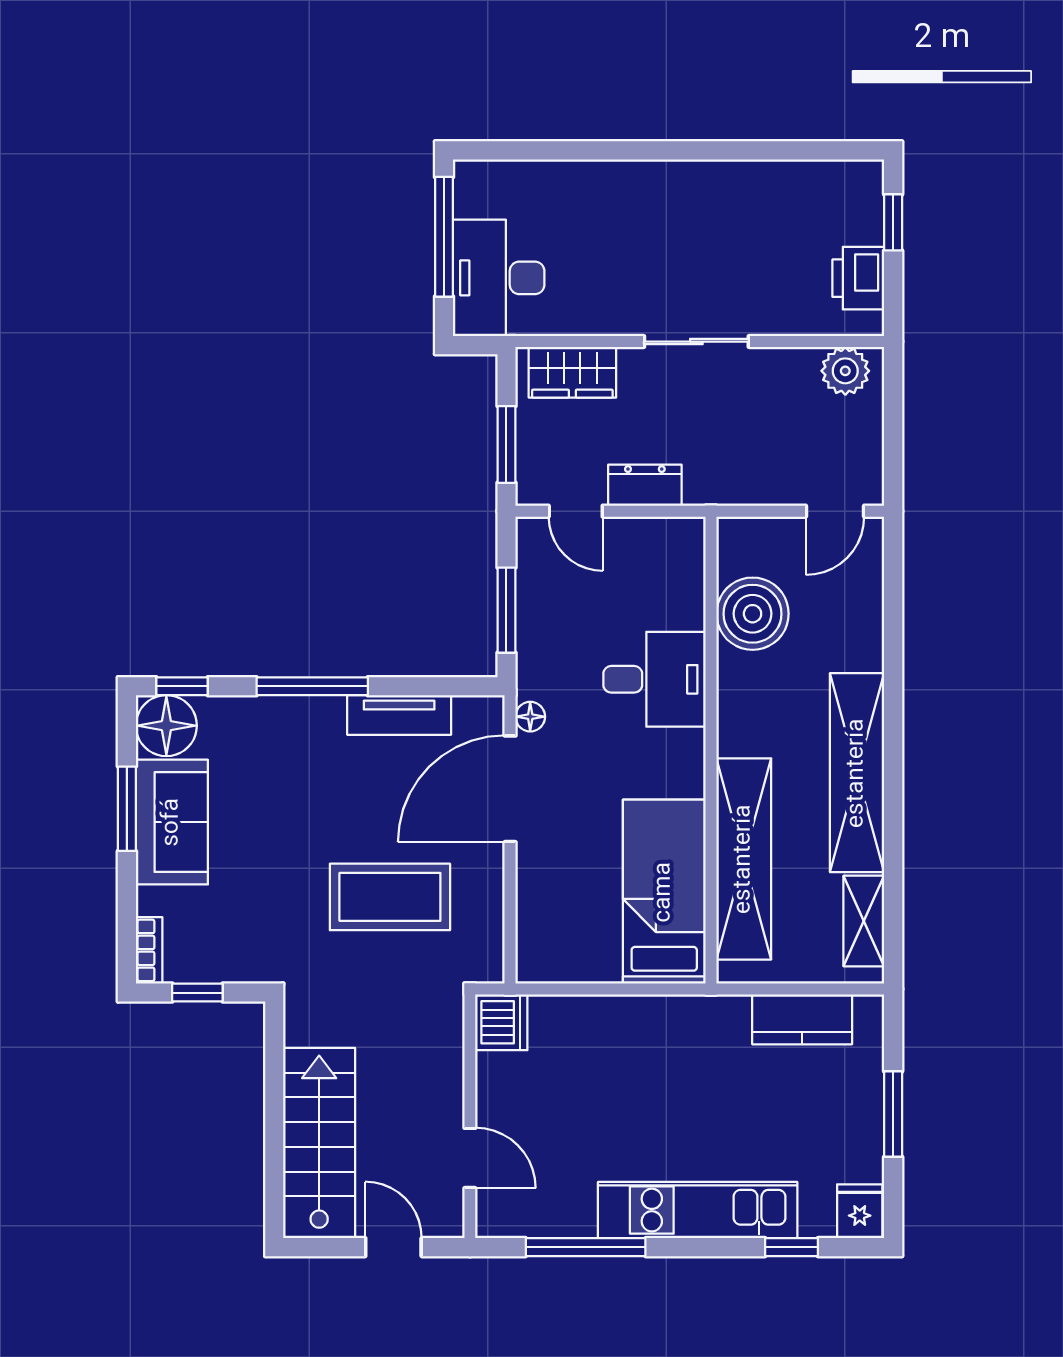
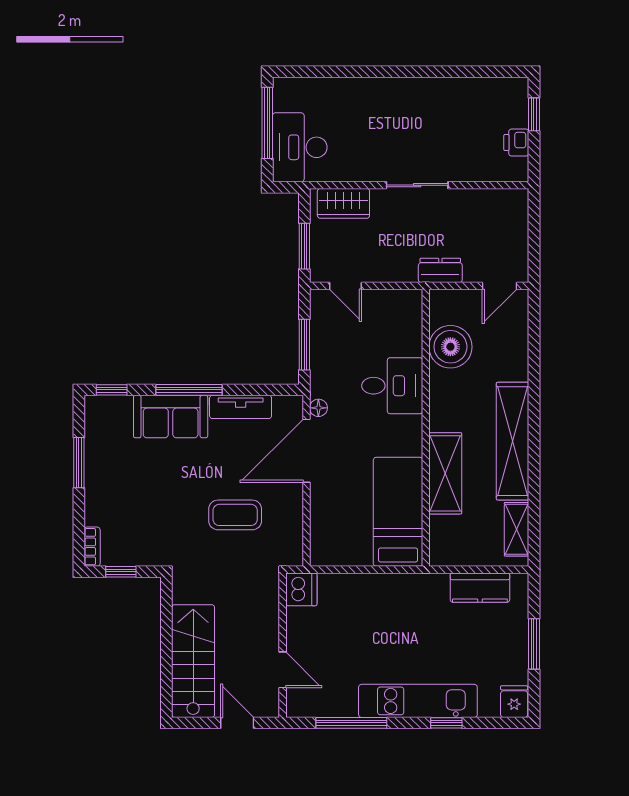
printer: (858, 278) -> (516, 143), width x0.73, depth x0.81
plant: (845, 371) -> (506, 203), removed
dresser: (645, 485) -> (440, 270), moved
floor lamp: (166, 726) -> (102, 413), removed
sofa: (172, 822) -> (171, 417), moved, turned 90
shelving: (744, 859) -> (445, 473), width x0.68
coffee table: (390, 897) -> (235, 515), width x0.73, depth x0.76
window: (791, 1247) -> (446, 723), moved

